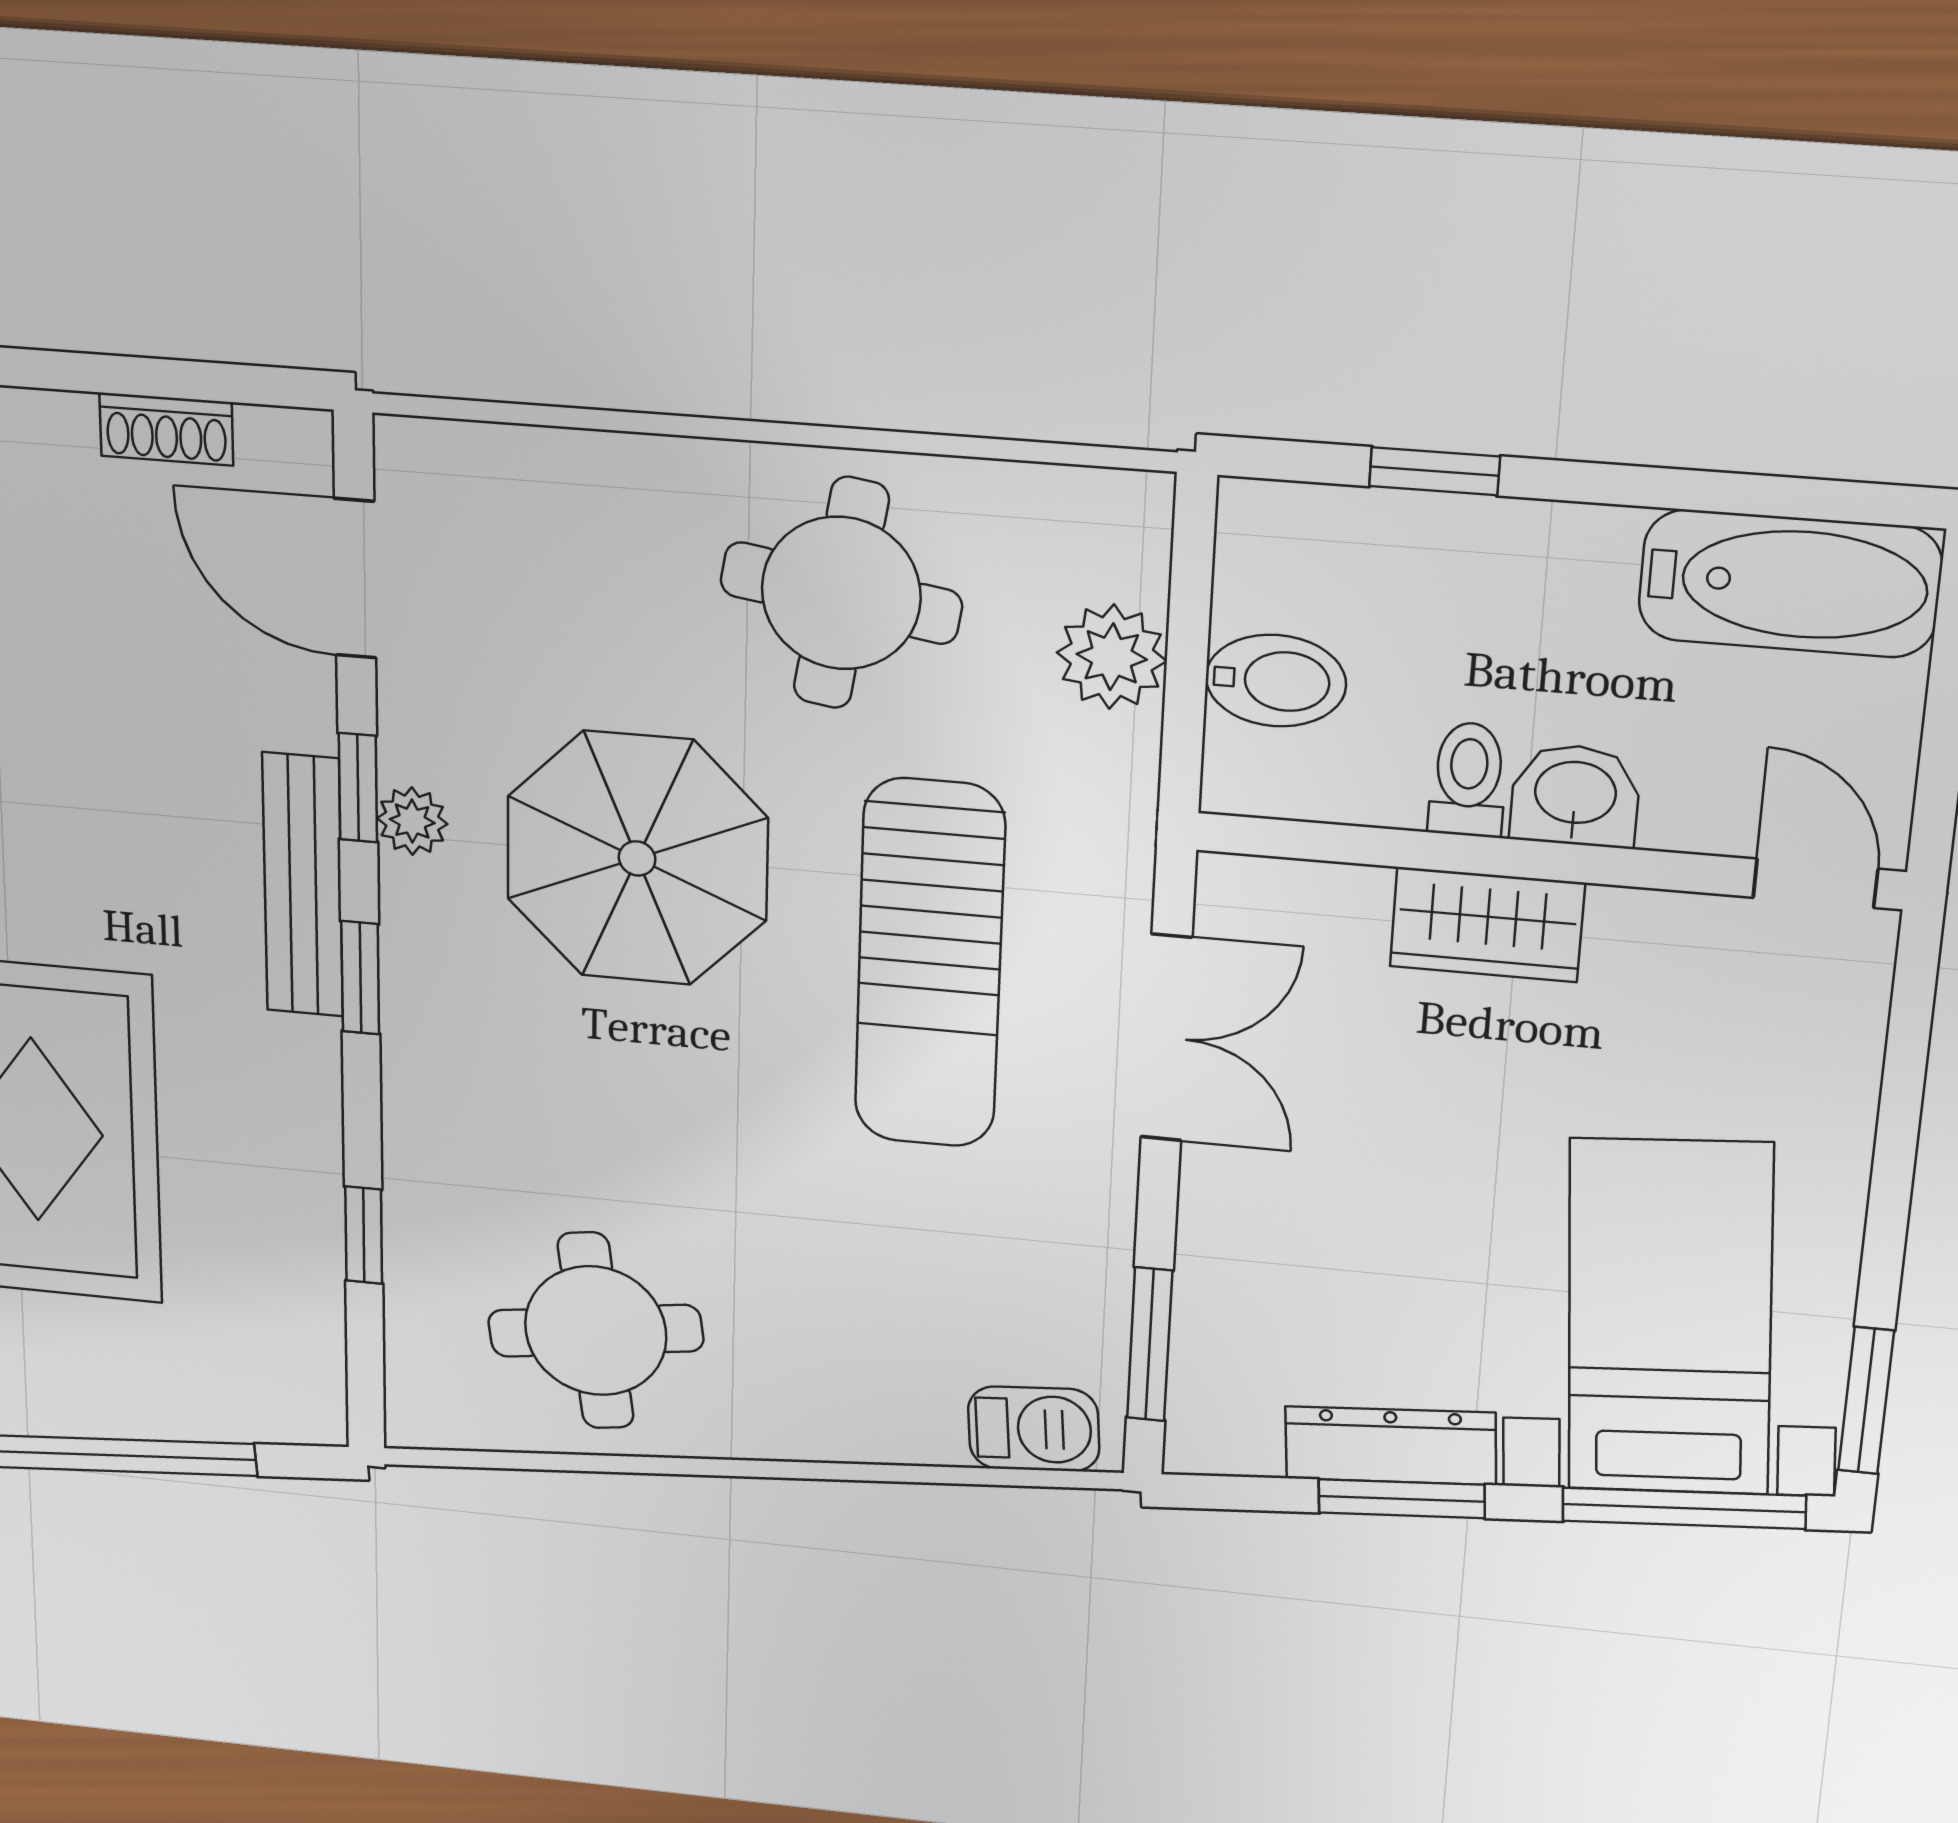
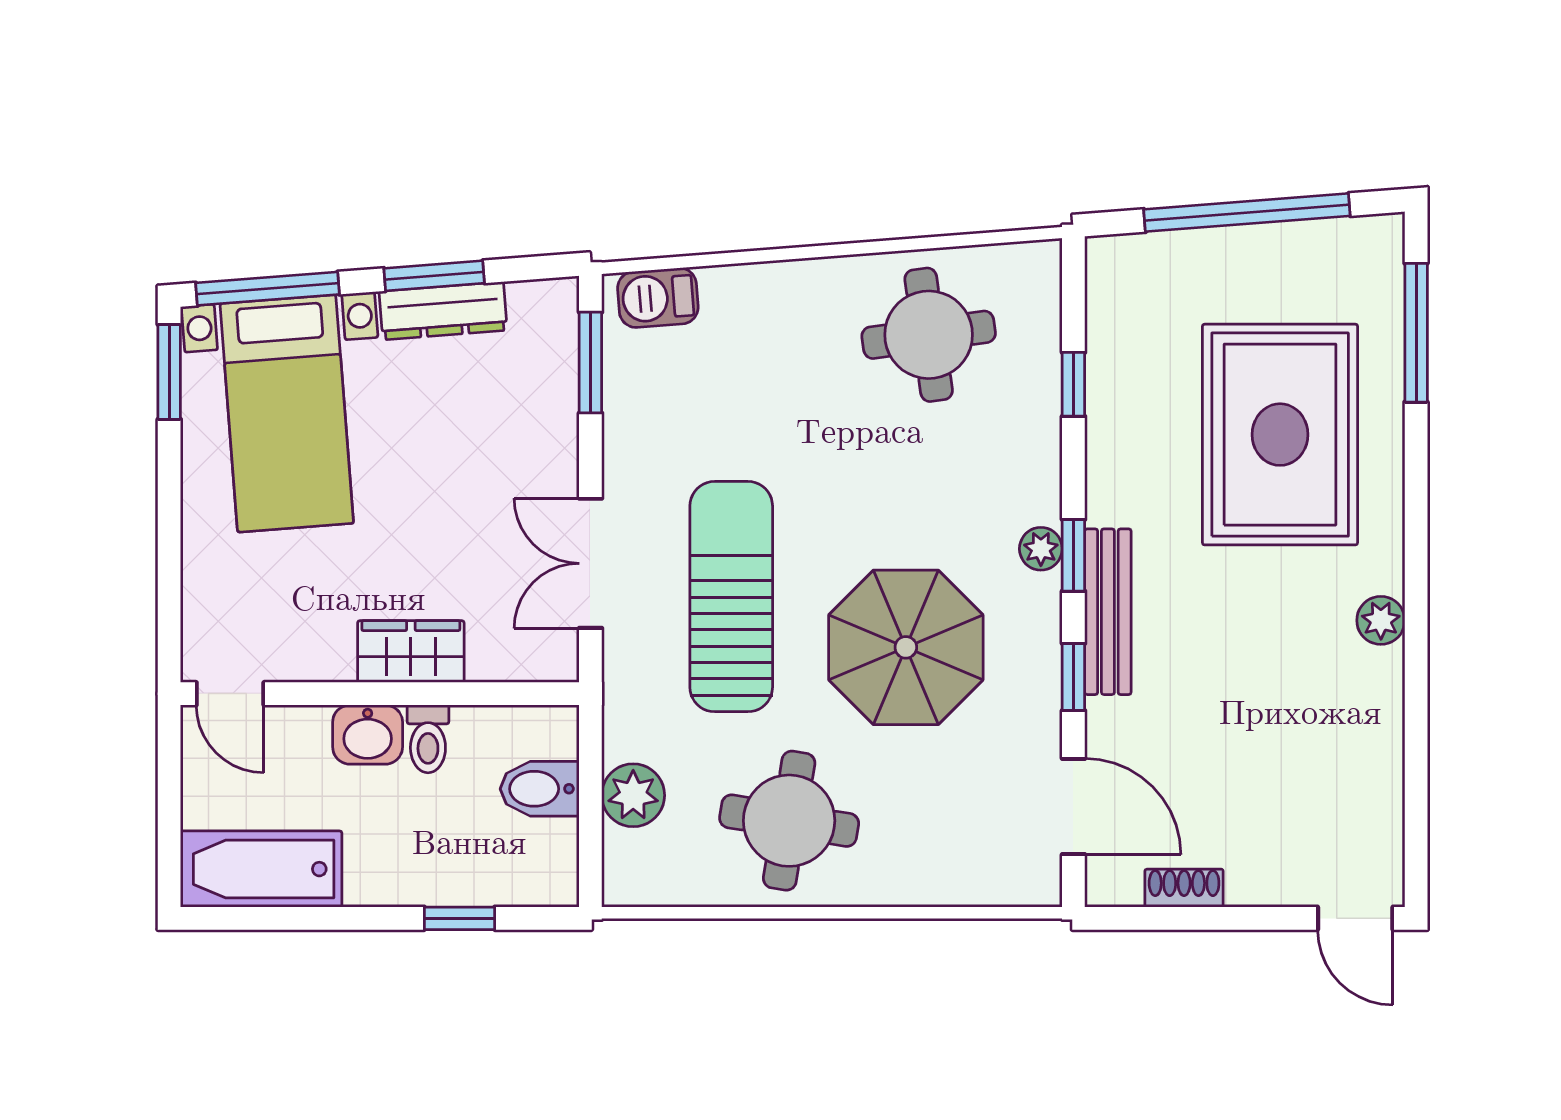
plant: (412, 821) -> (1041, 549), moved

